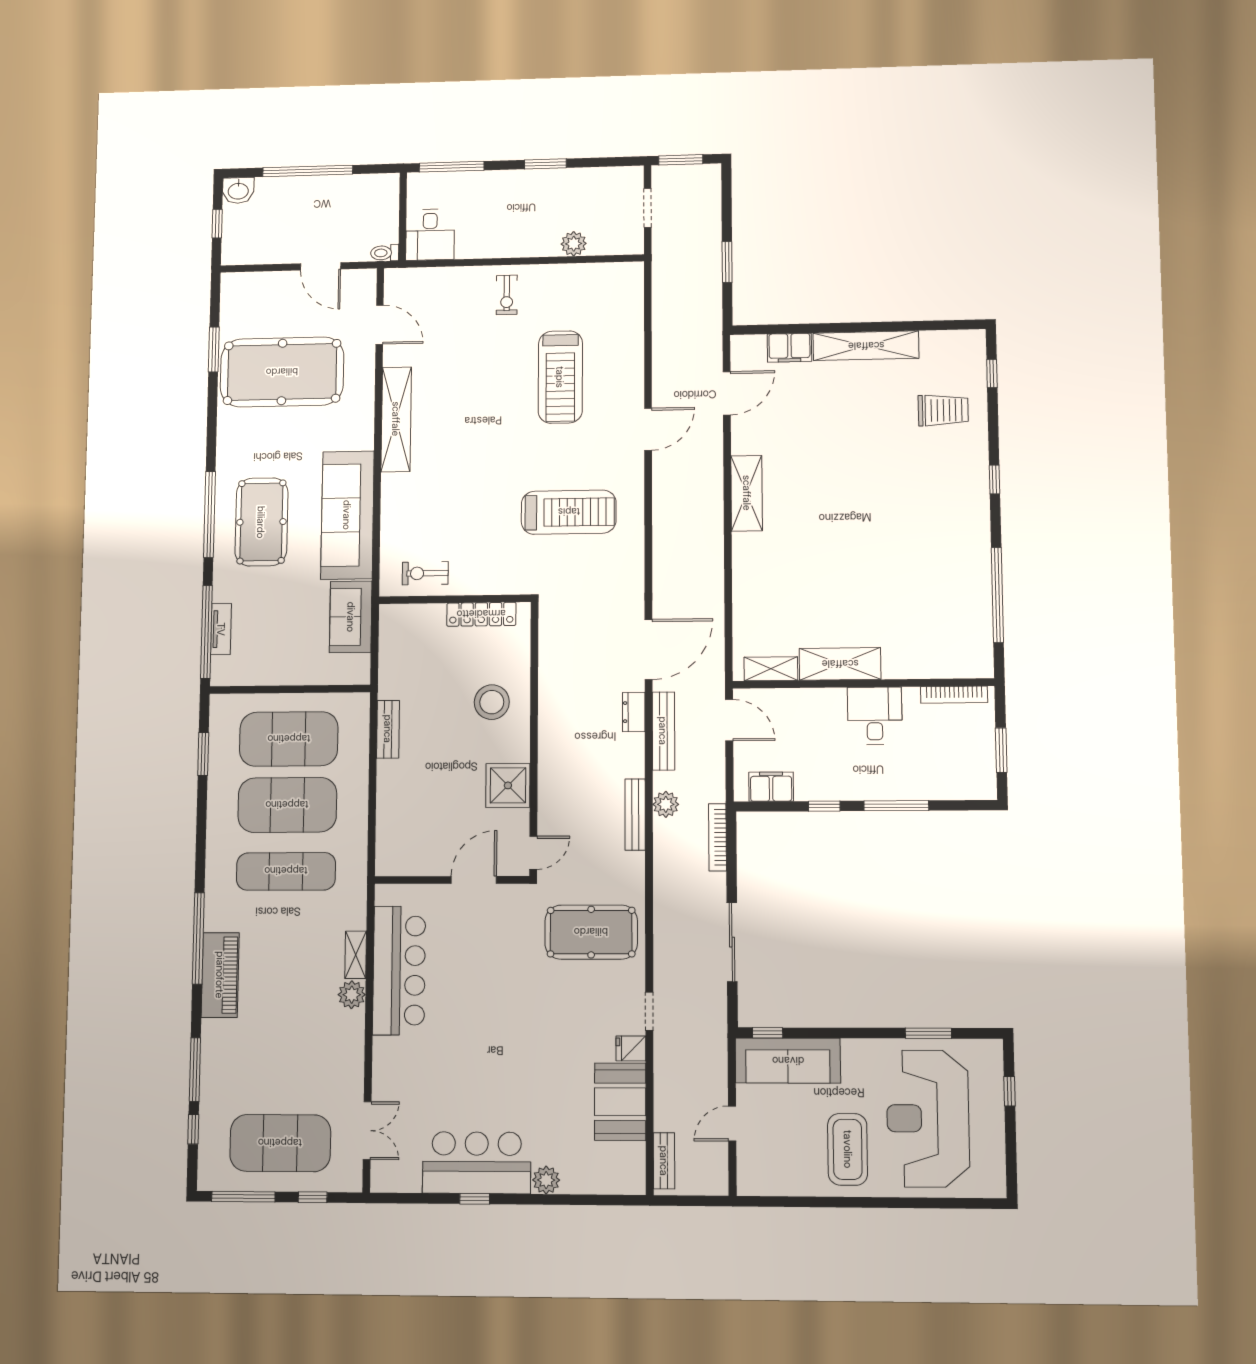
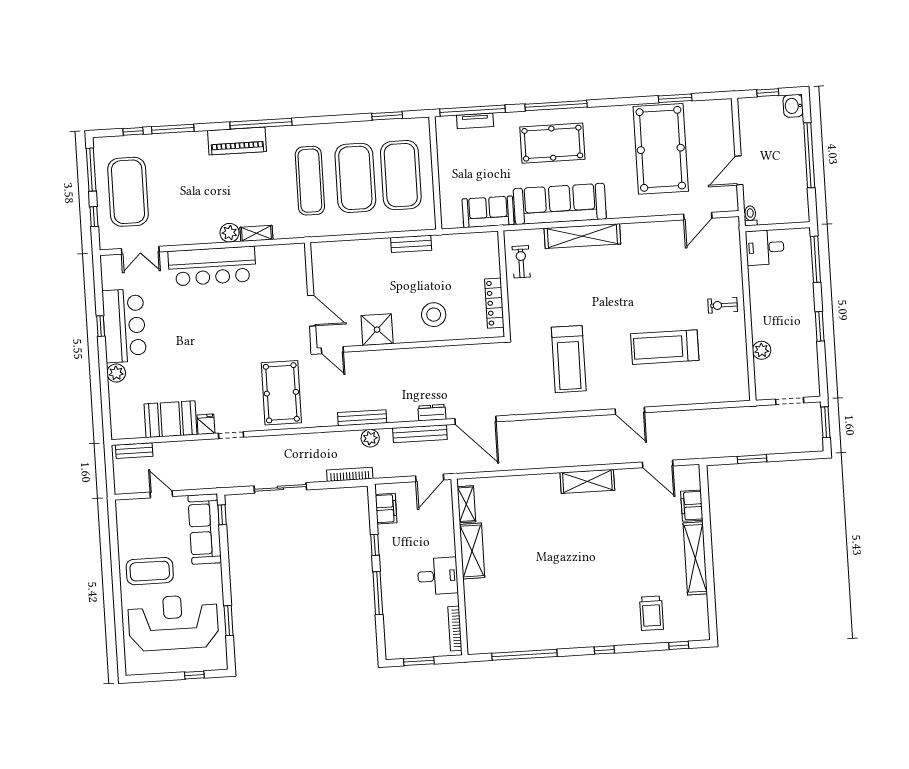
shelving: (396, 419) -> (582, 236), moved
bar counter: (399, 970) -> (212, 266), moved

